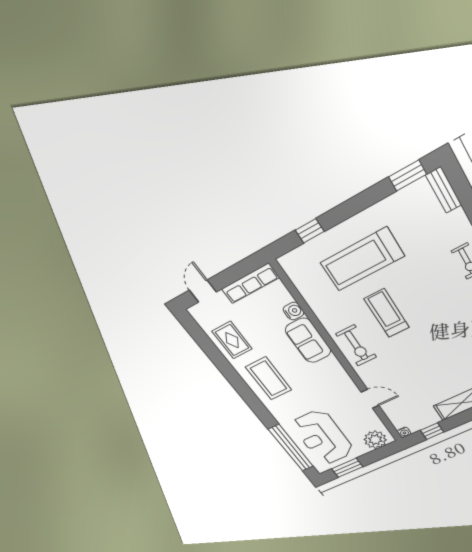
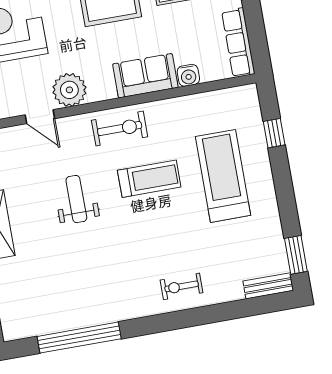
exercise bike: (356, 345) -> (120, 129), turned 180
weight bench: (422, 358) -> (76, 199), added
plant: (342, 386) -> (69, 90), added
door: (370, 399) -> (40, 117), hinge flipped

